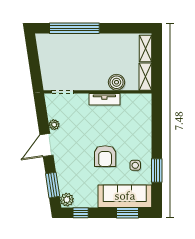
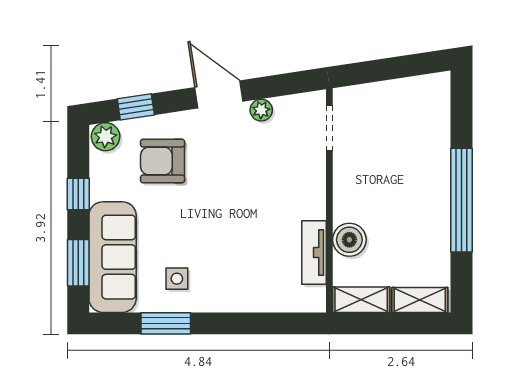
window: (74, 28) -> (462, 200), moved
tv unit: (104, 99) -> (314, 253), moved
armchair: (105, 156) -> (163, 161), moved
window: (53, 185) -> (136, 107), width x0.67
window: (81, 213) -> (78, 194), moved

